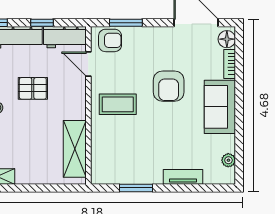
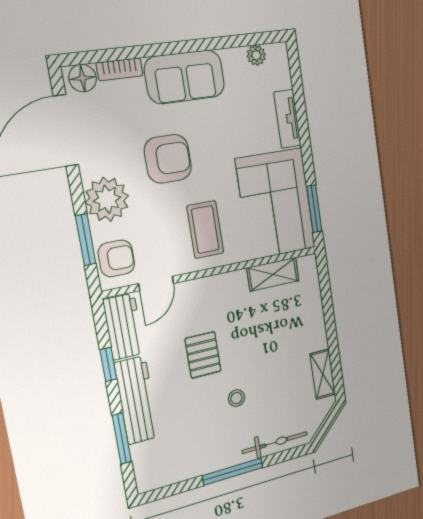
armchair: (110, 40) -> (116, 258), turned 90
plant: (149, 41) -> (107, 199), added
shelving: (75, 149) -> (273, 274), width x0.67, depth x0.75
corner sofa: (126, 159) -> (276, 204), added
window: (136, 188) -> (314, 209), moved

